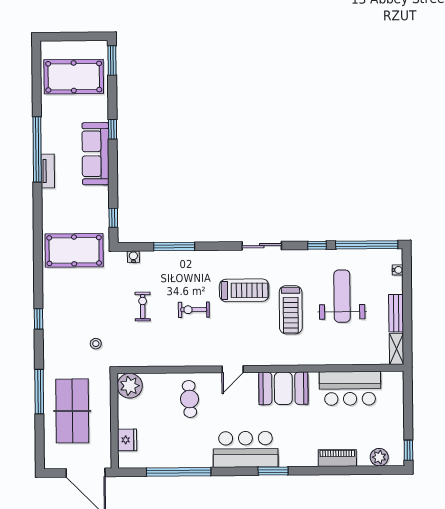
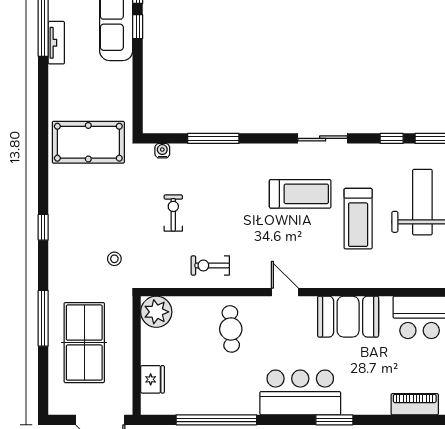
window: (113, 218) -> (138, 27), moved
exercise bike: (194, 310) -> (210, 265), moved
door: (233, 369) -> (285, 292), swing flipped

